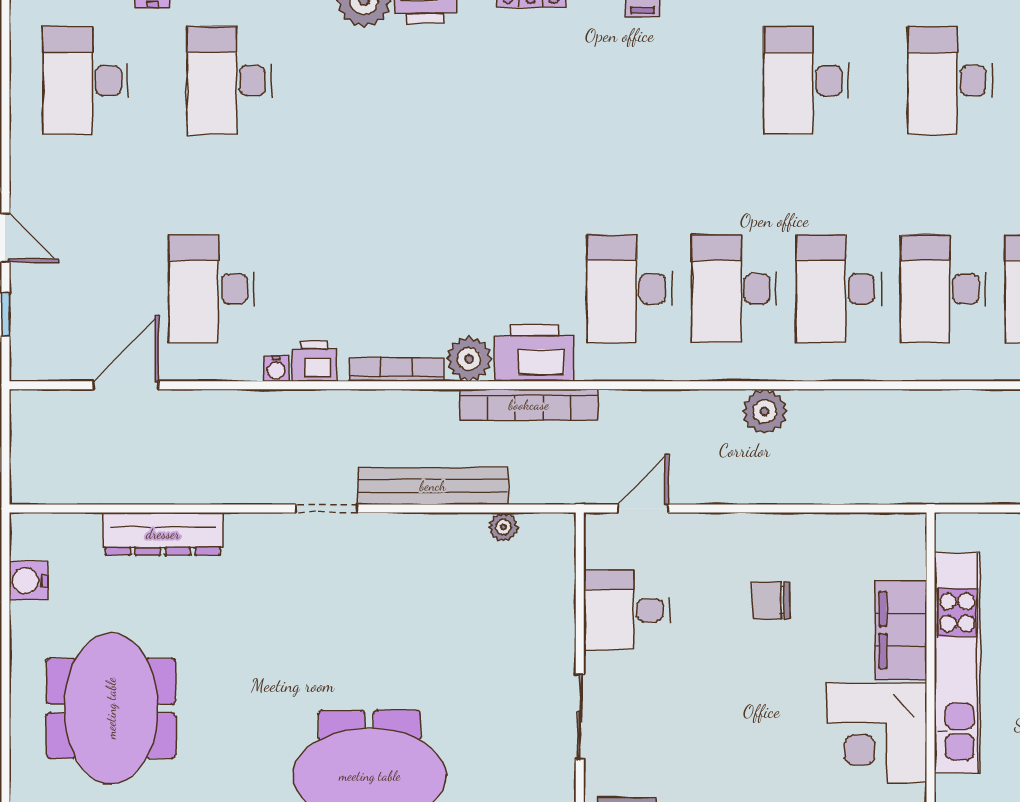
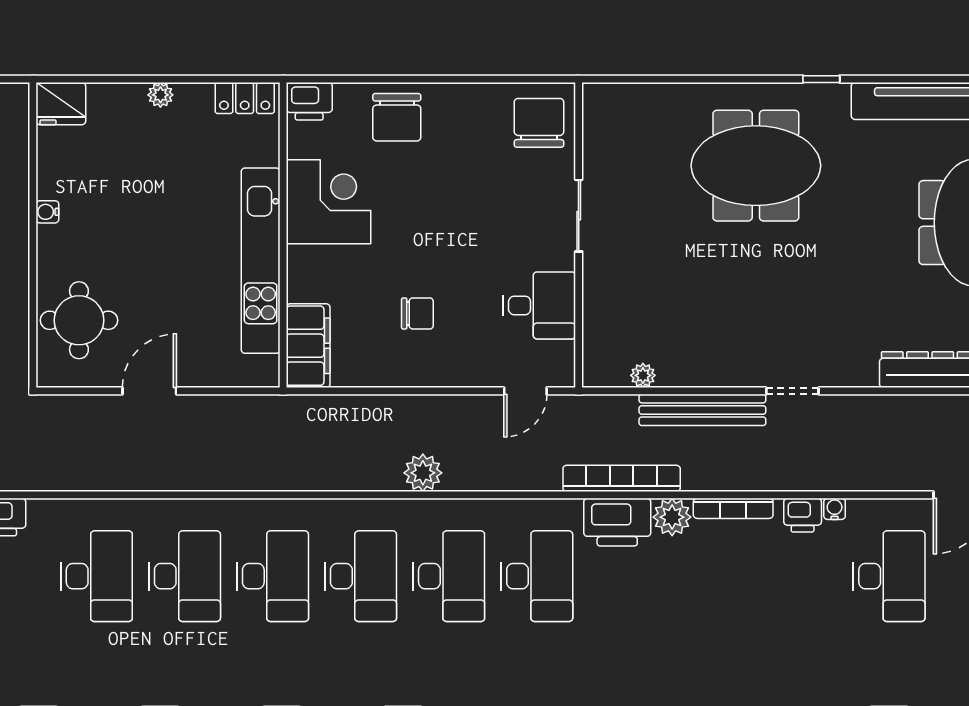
filing cabinet: (901, 630) -> (308, 346), moved

